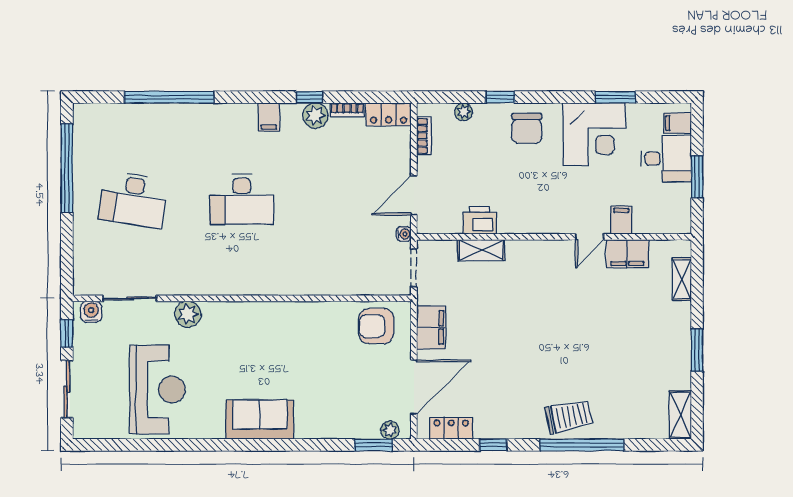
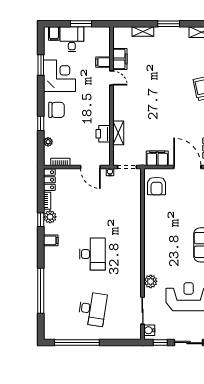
shelving: (682, 279) -> (143, 31), moved

